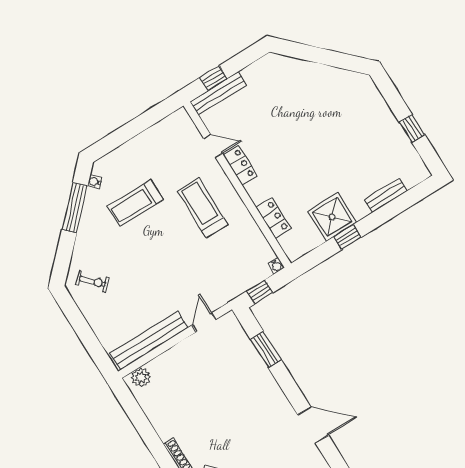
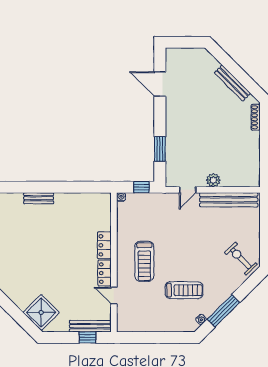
bench: (386, 195) -> (39, 198), moved
shower: (332, 217) -> (41, 312), moved, turned 45
locker: (273, 218) -> (104, 245), moved
window: (348, 237) -> (66, 187), removed
exercise bike: (93, 281) -> (241, 258), width x1.38, depth x1.39
plant: (141, 377) -> (213, 180), moved

